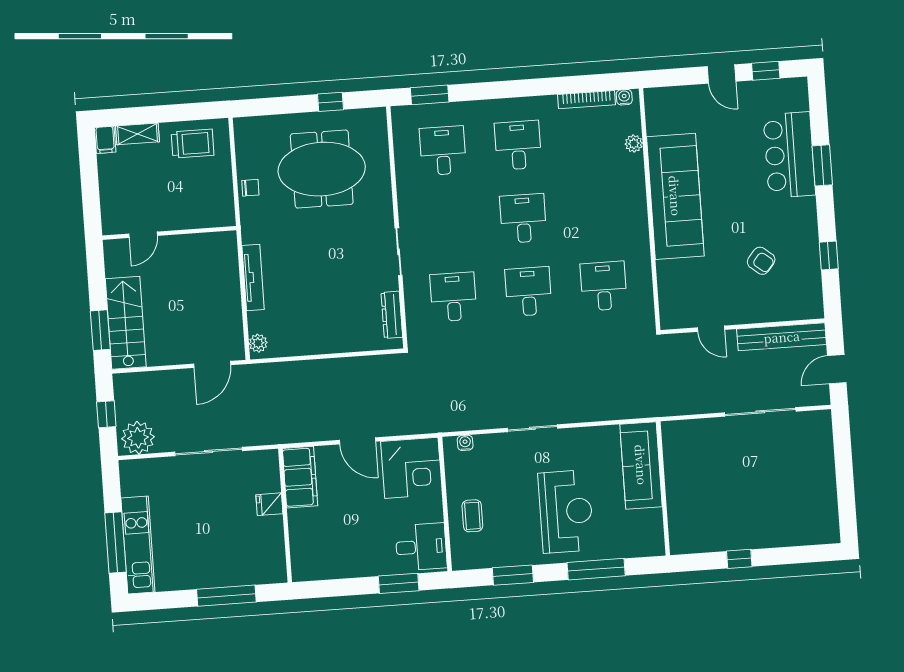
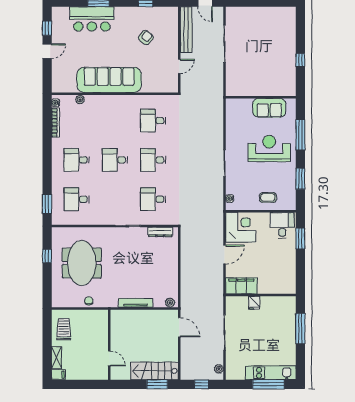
plant: (138, 438) -> (219, 369), width x0.53, depth x0.53
sofa: (641, 465) -> (269, 108), moved, width x0.73

